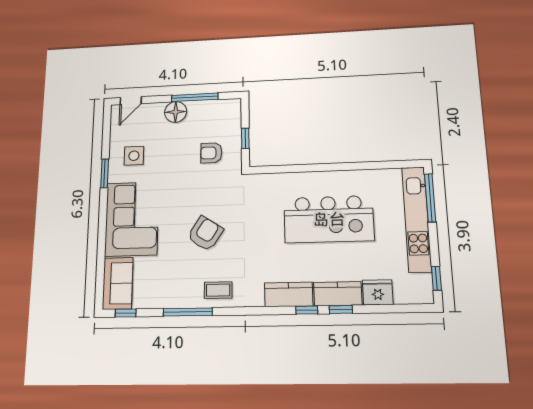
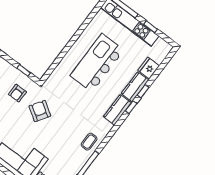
kitchen island: (329, 219) -> (97, 63), turned 180
armchair: (205, 234) -> (40, 111), moved
window: (436, 278) -> (151, 27), moved

